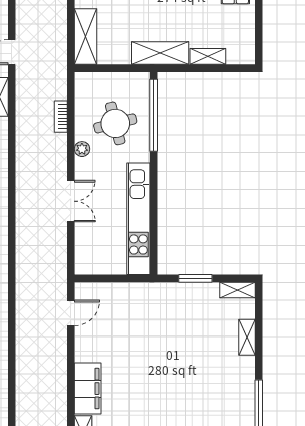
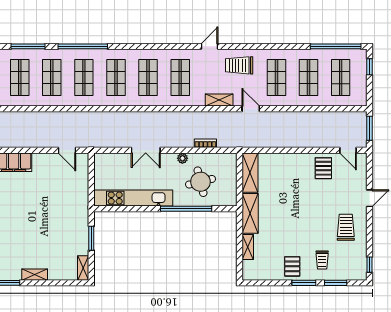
shelving: (86, 36) -> (250, 173), moved, turned 90
window: (154, 115) -> (186, 209), moved
shelving: (247, 337) -> (35, 275), moved

